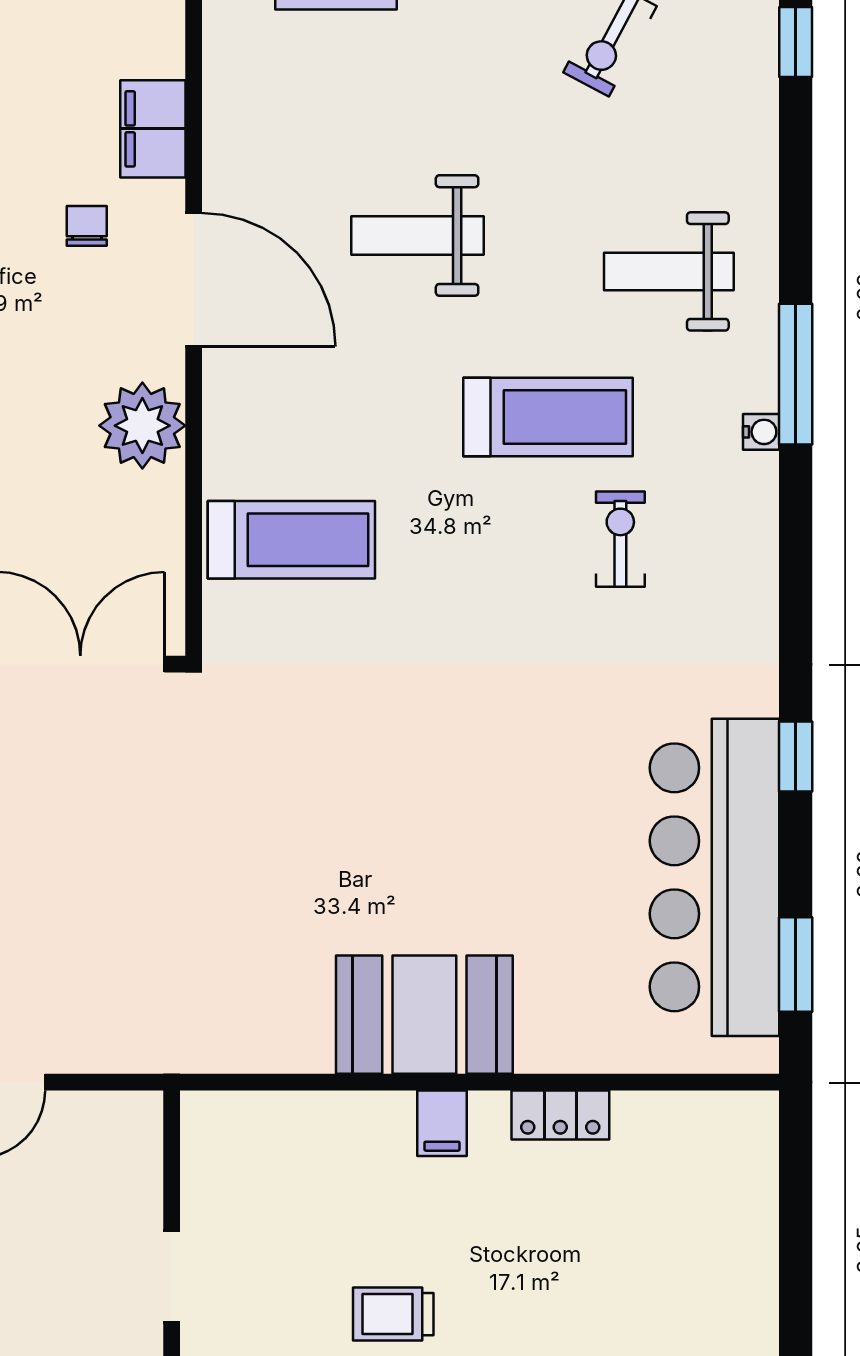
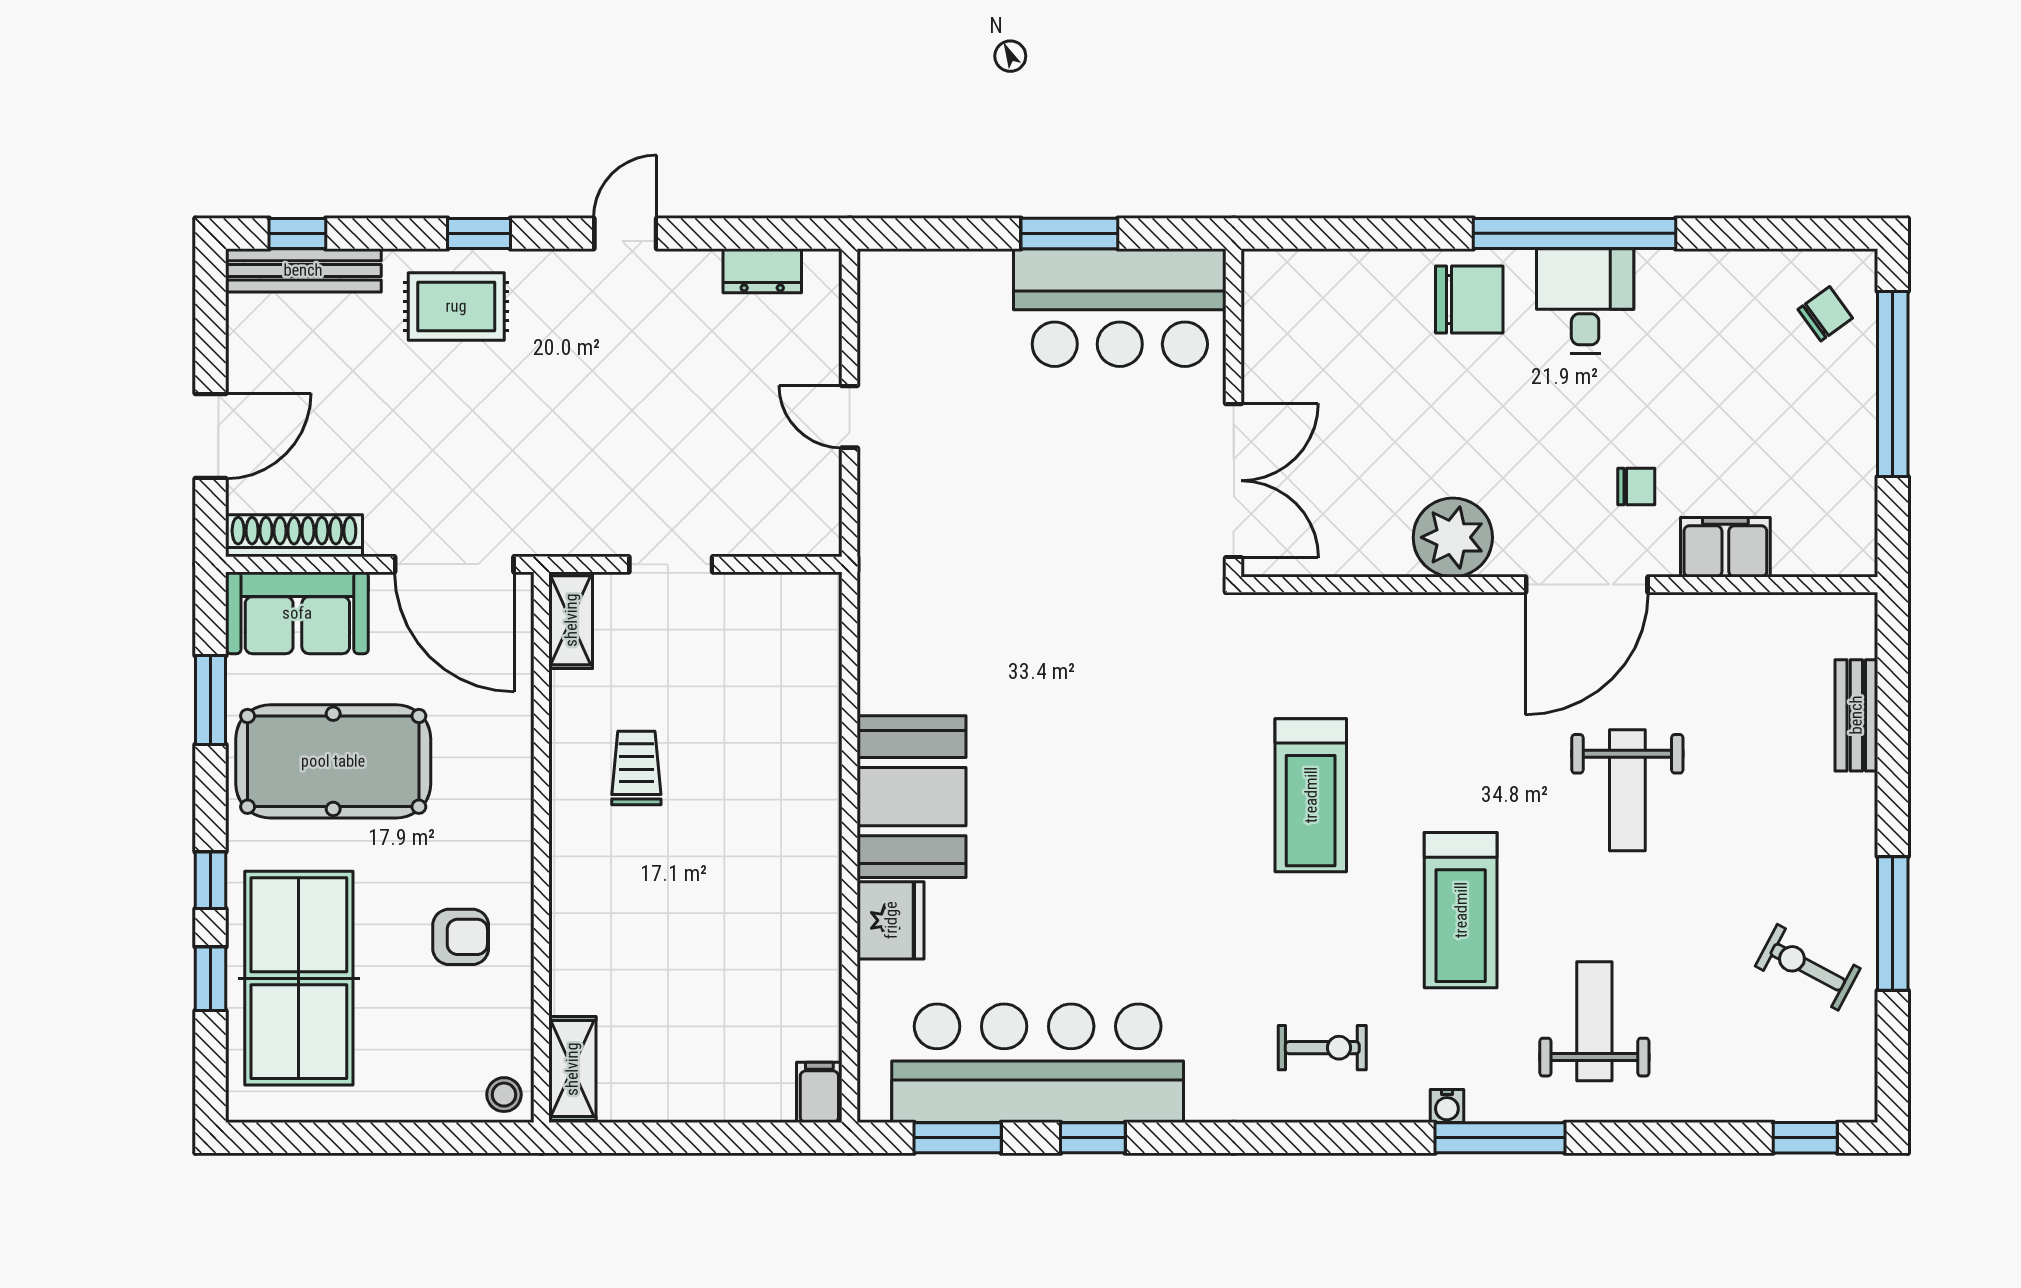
weight bench: (417, 236) -> (1627, 790), turned 180
exercise bike: (620, 539) -> (1322, 1048), moved
treadmill: (291, 540) -> (1311, 795), moved
window: (796, 756) -> (1093, 1138), moved
fridge: (559, 1037) -> (891, 920), added
locker: (560, 1115) -> (819, 922), removed
filing cabinet: (442, 1123) -> (819, 1092), moved, turned 90

